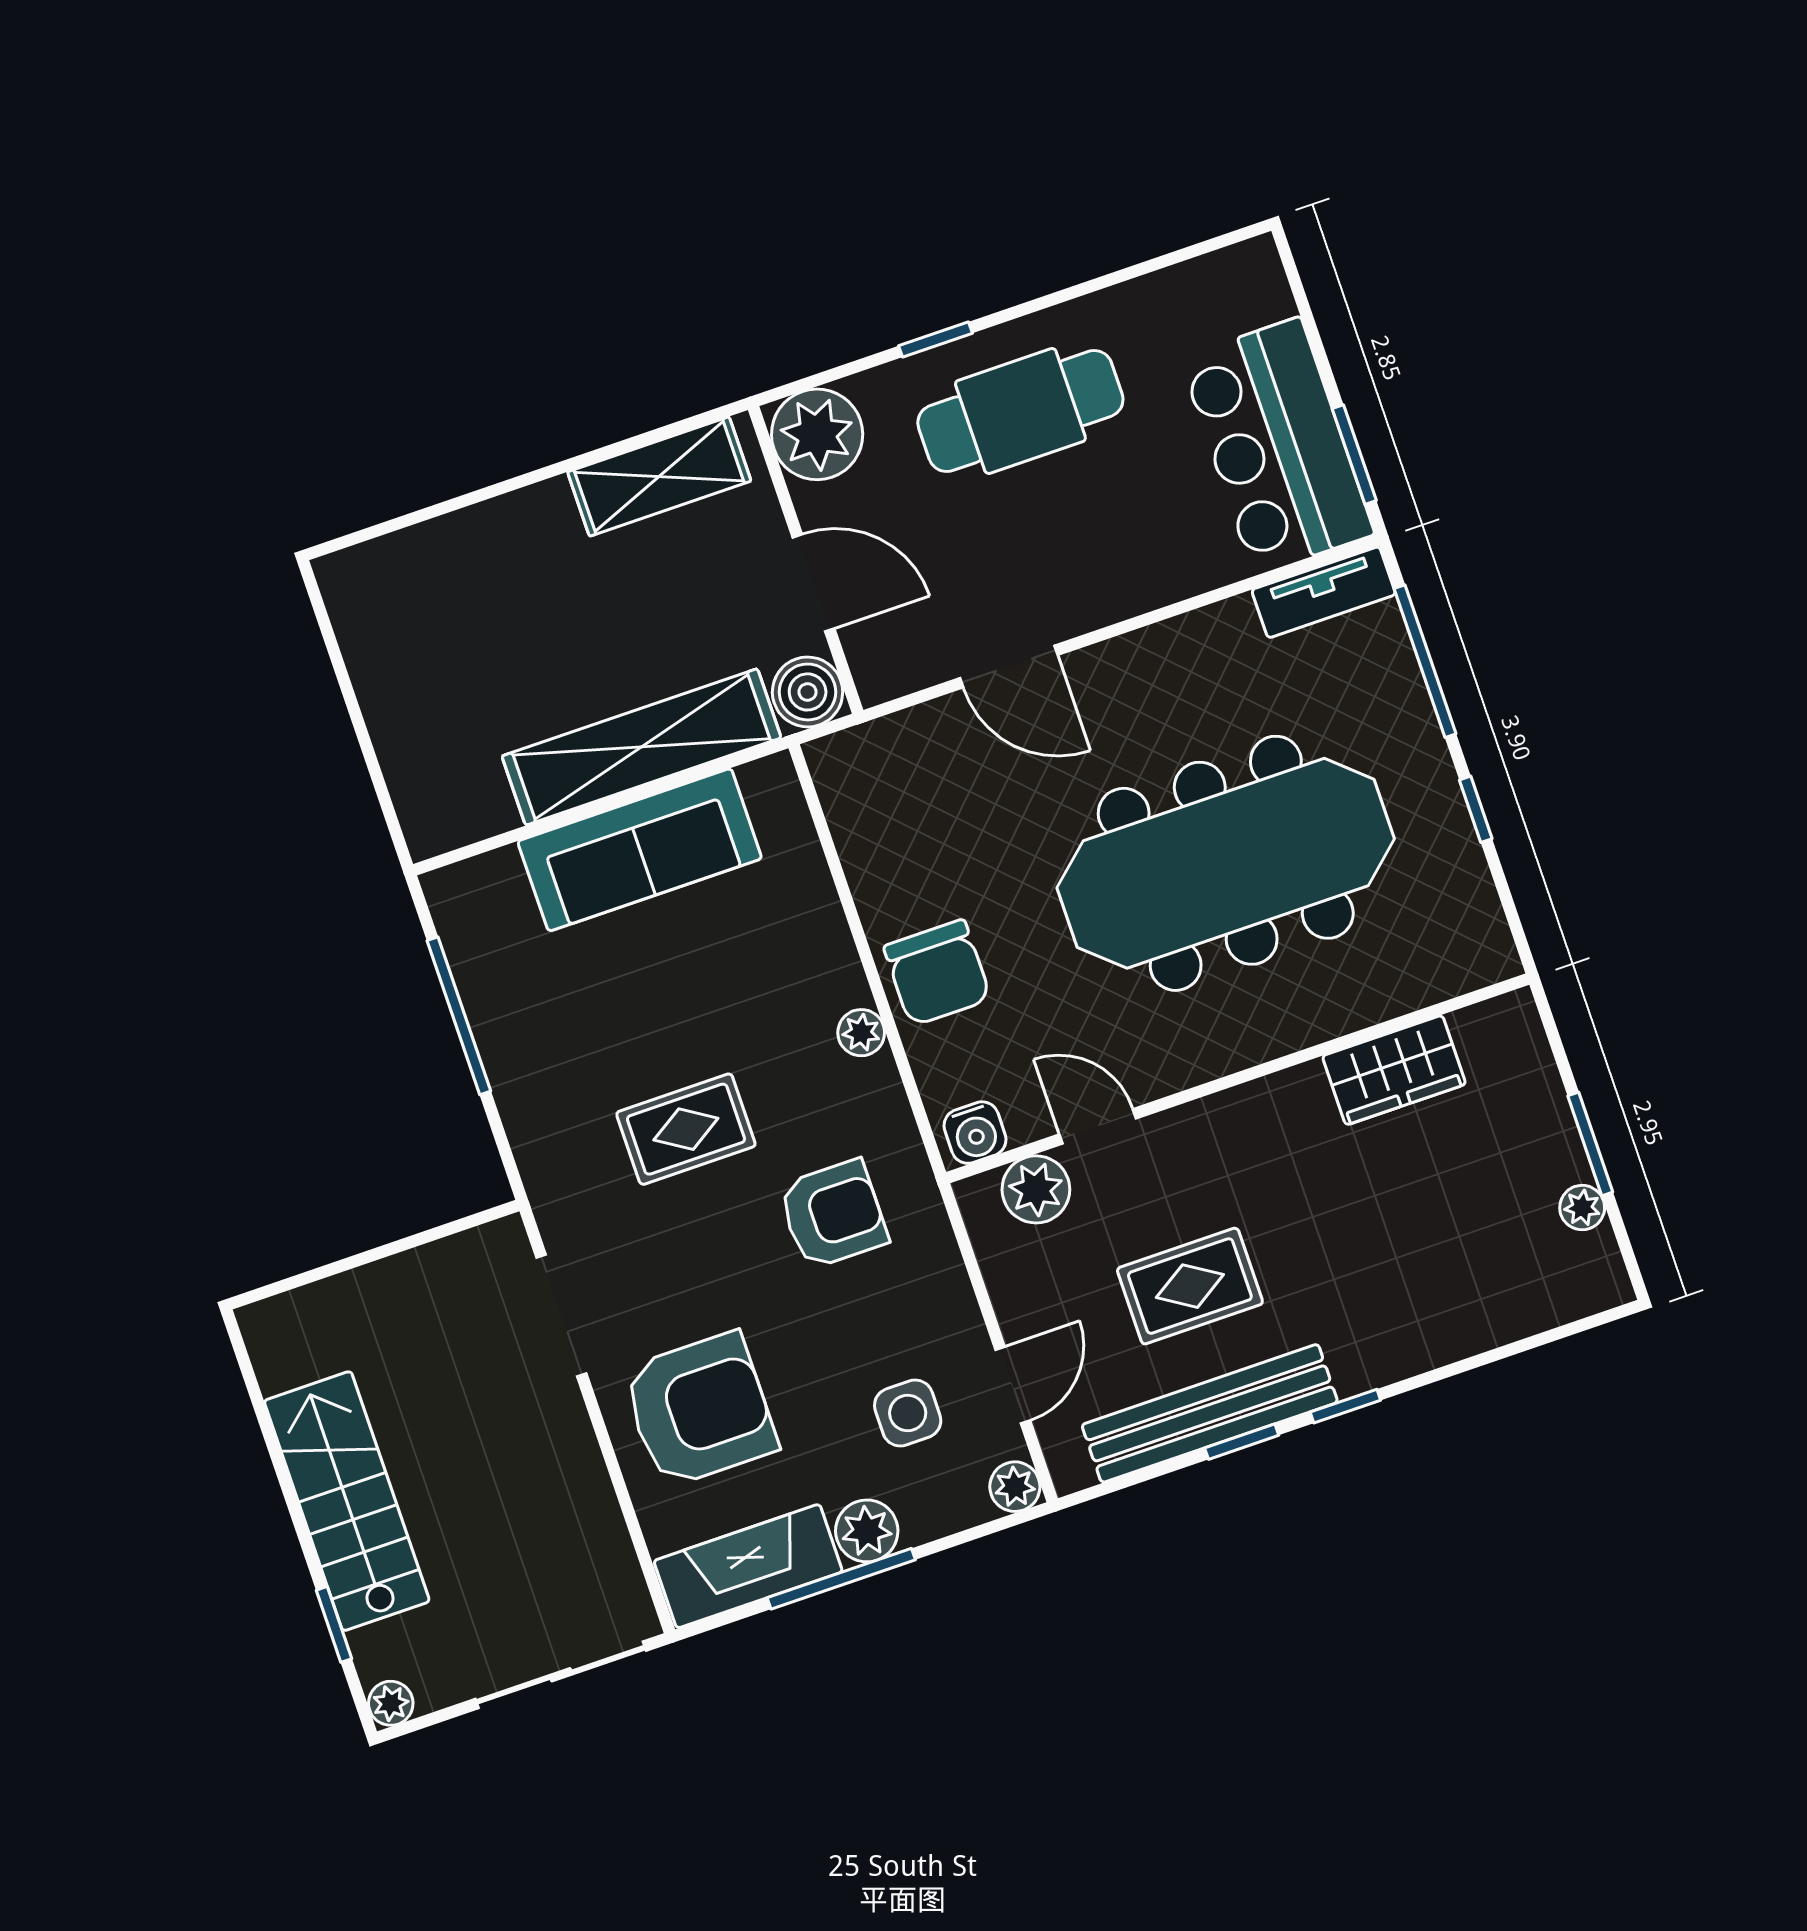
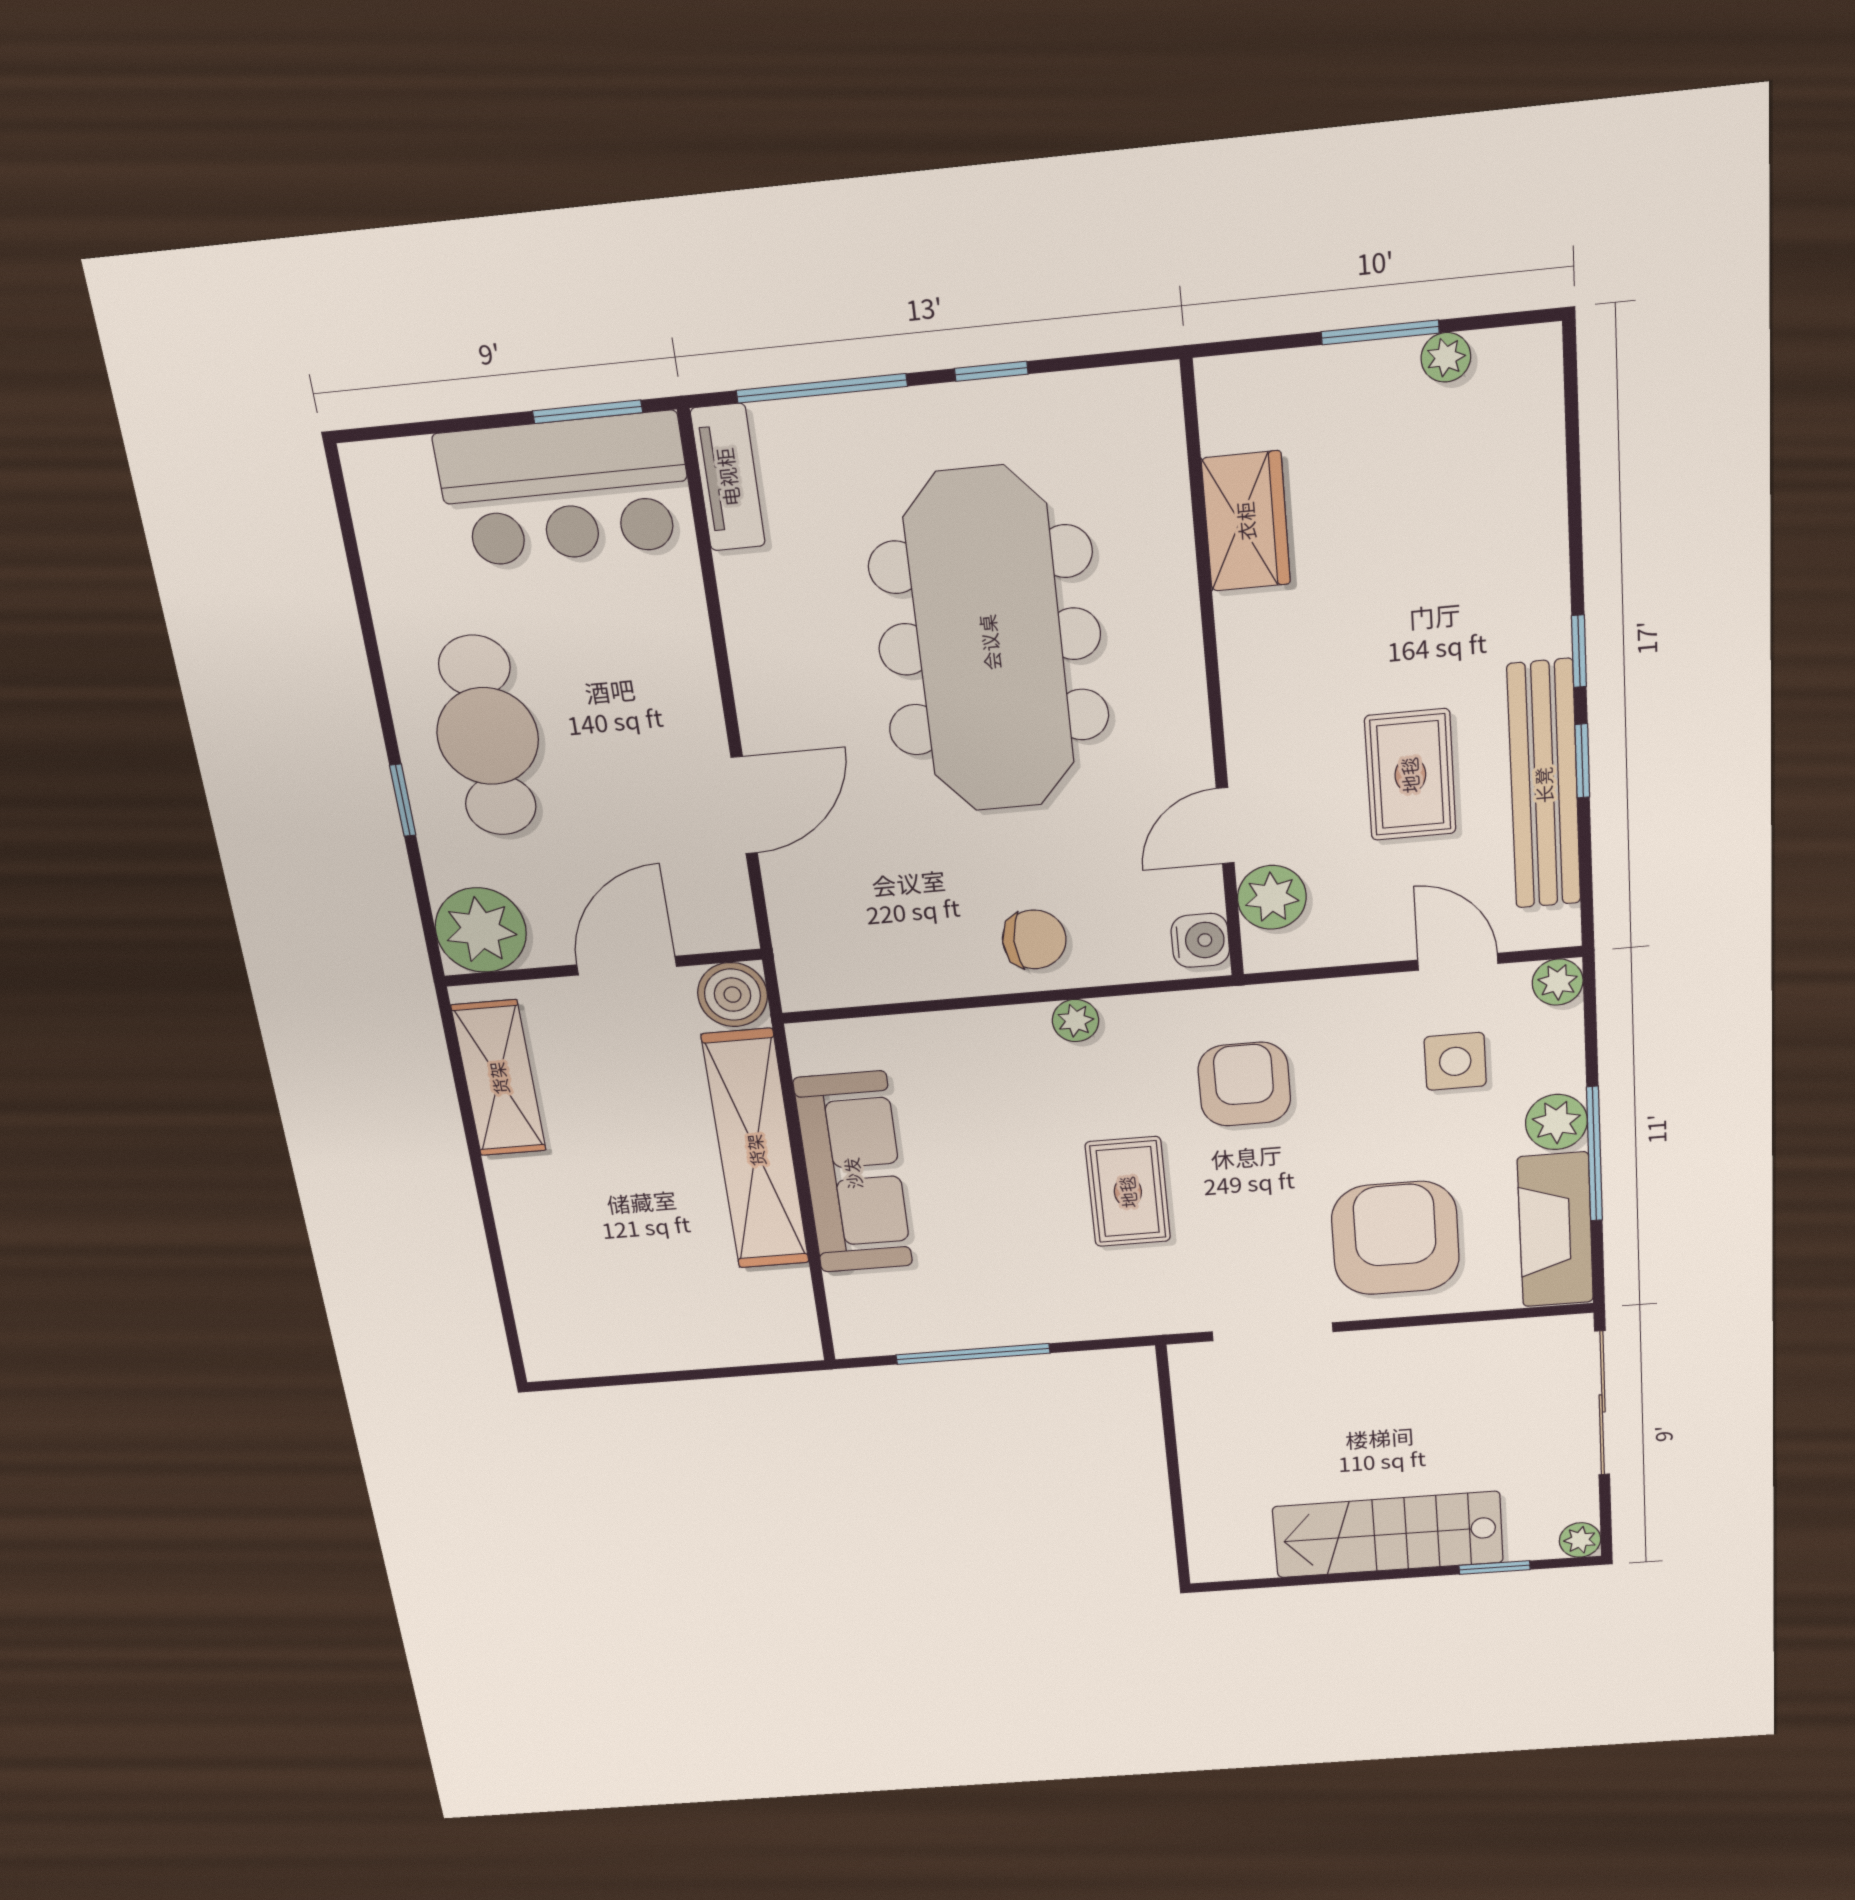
chair: (937, 973) -> (1034, 939), width x0.73, depth x0.73

